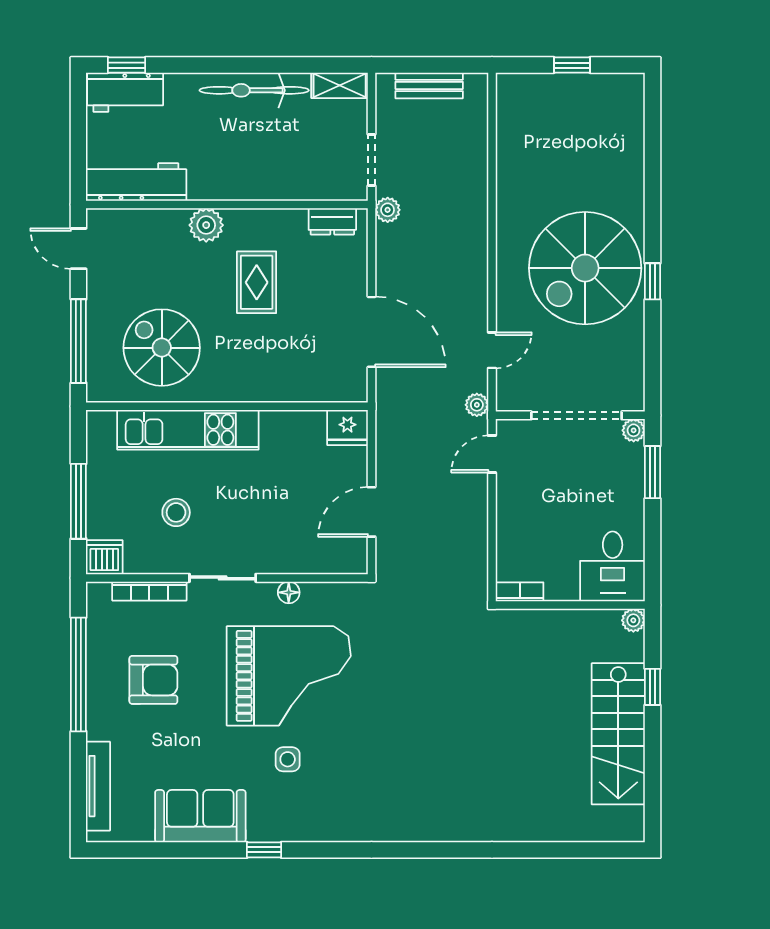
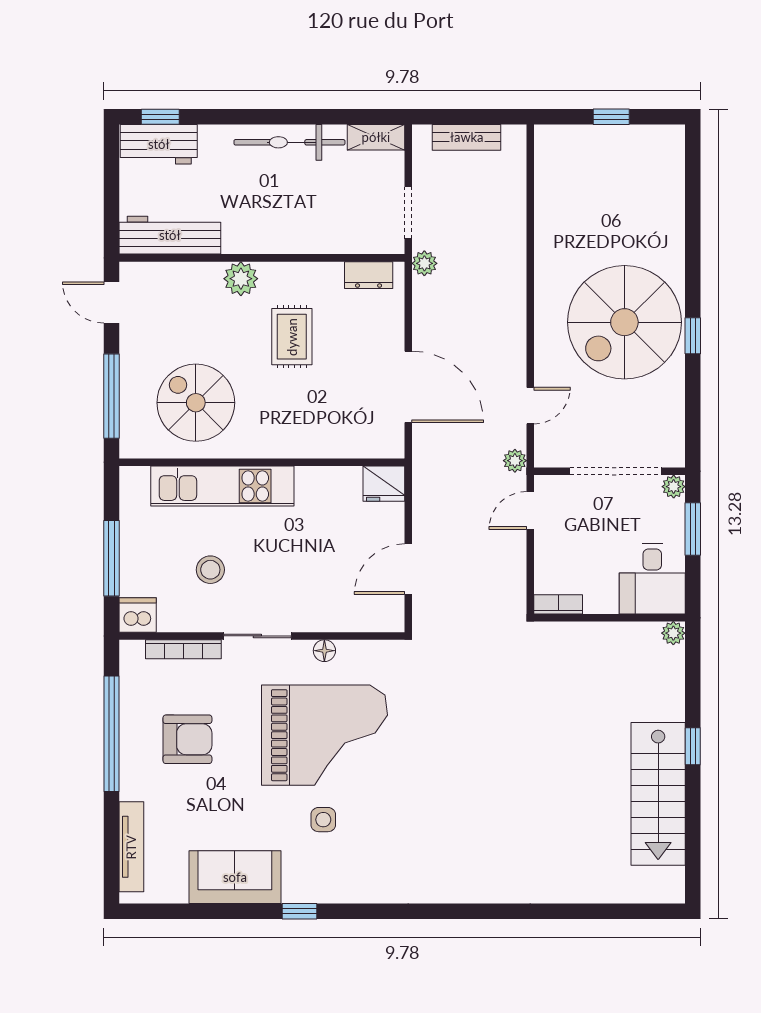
desk: (613, 566) -> (652, 579), moved
bookcase: (520, 592) -> (558, 604), moved
wall: (570, 605) -> (609, 618), moved
plant: (633, 620) -> (673, 633), moved

